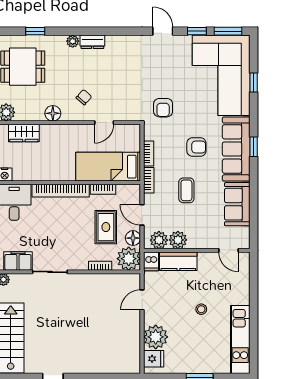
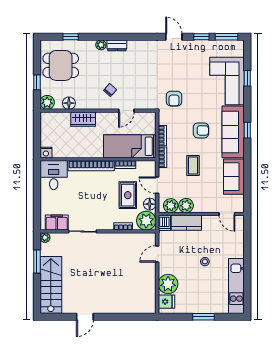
corner sofa: (221, 75) -> (227, 81), width x0.73, depth x0.74
floor lamp: (53, 113) -> (69, 103), moved
wardrobe: (24, 133) -> (83, 119), moved

